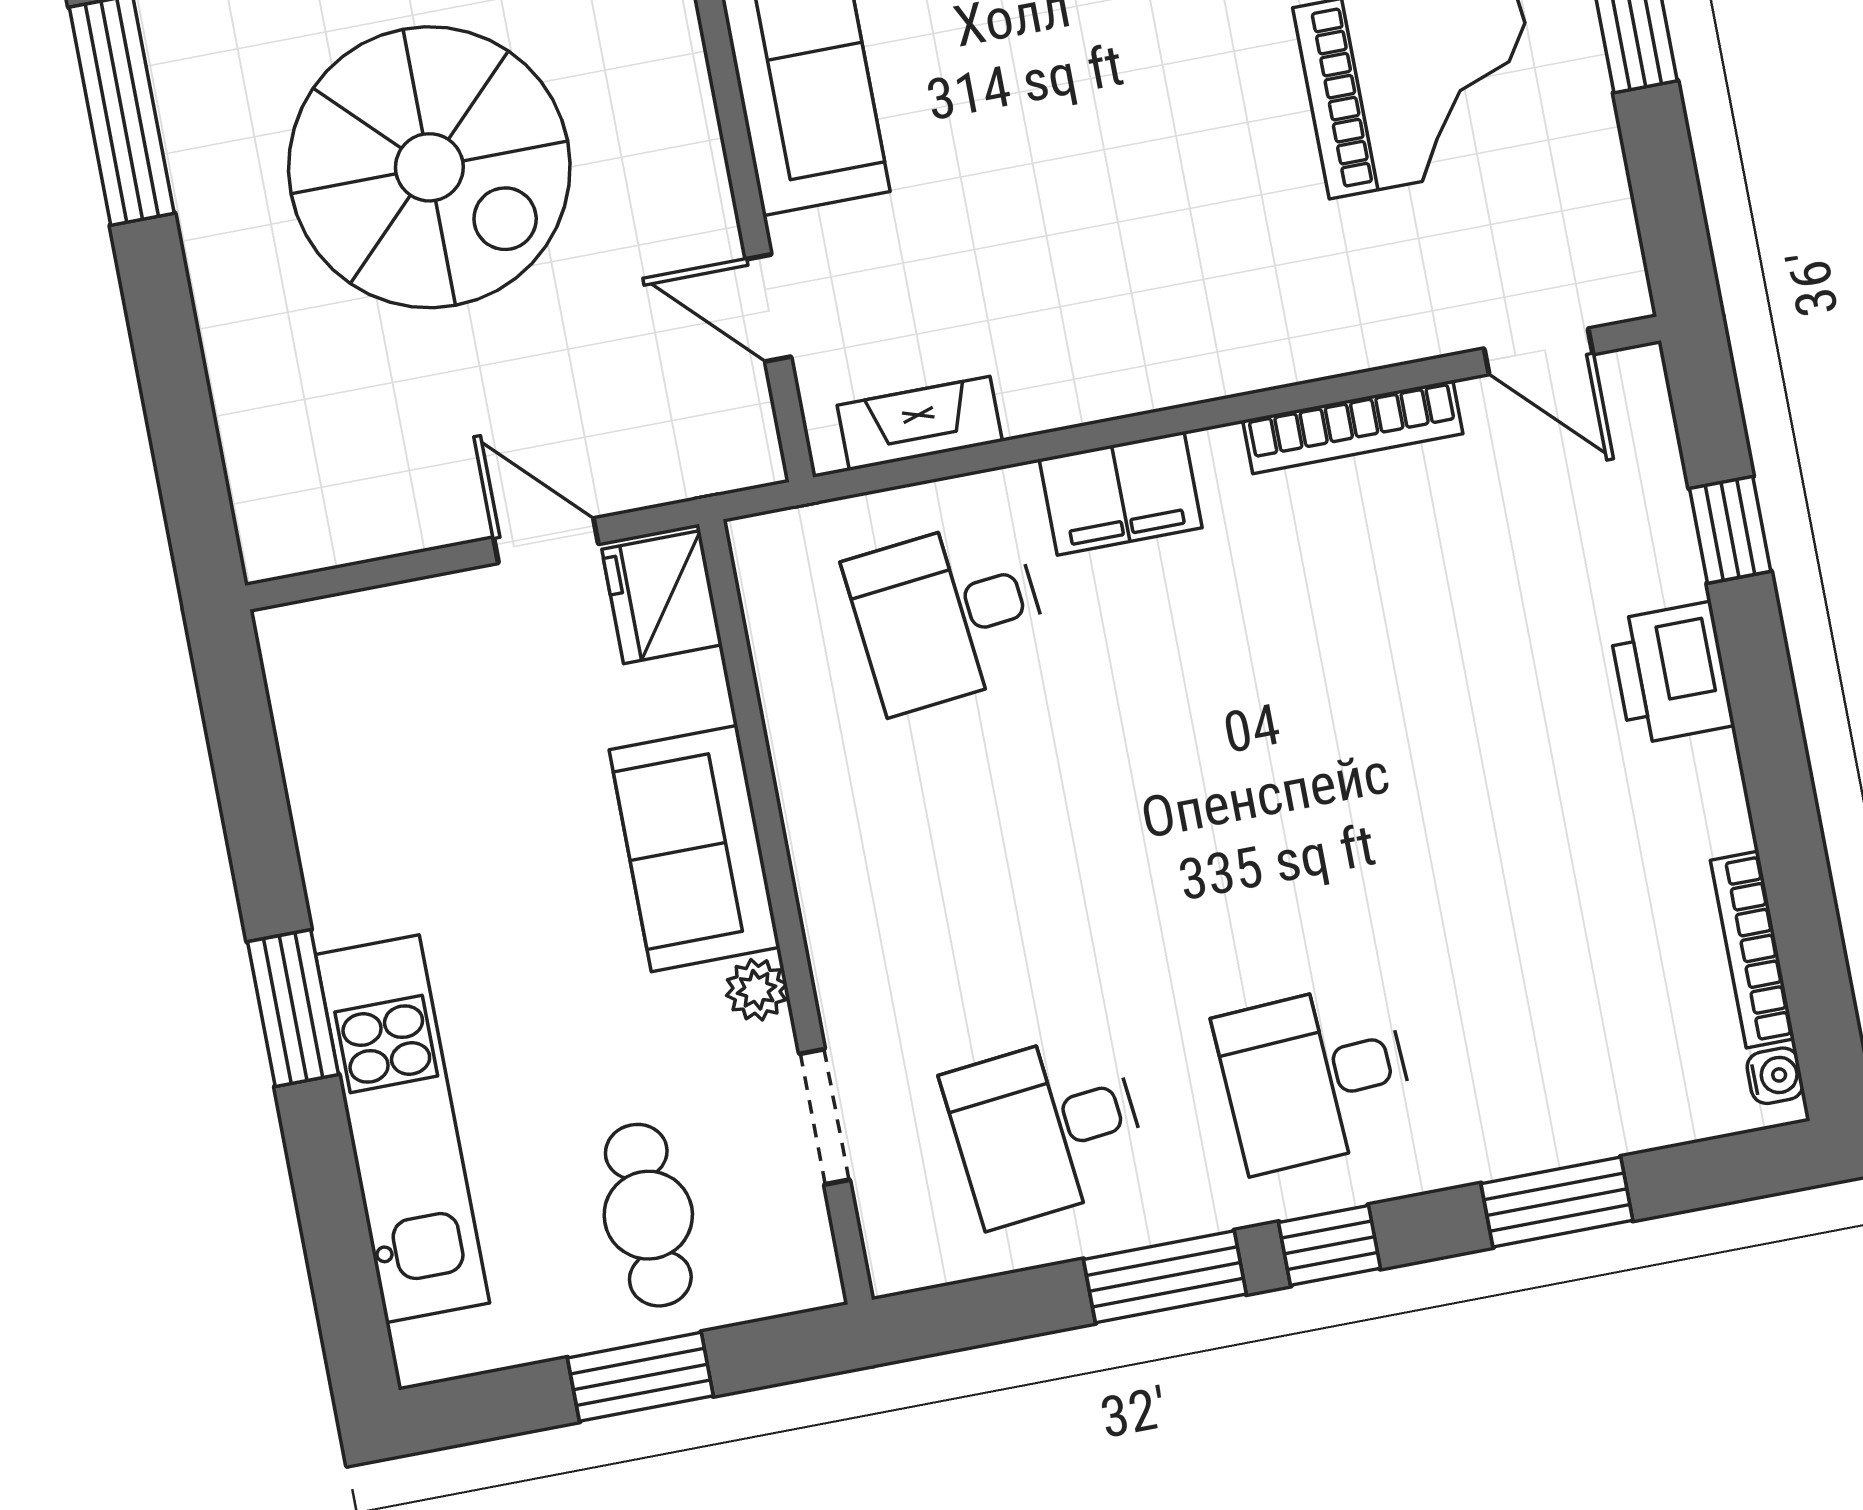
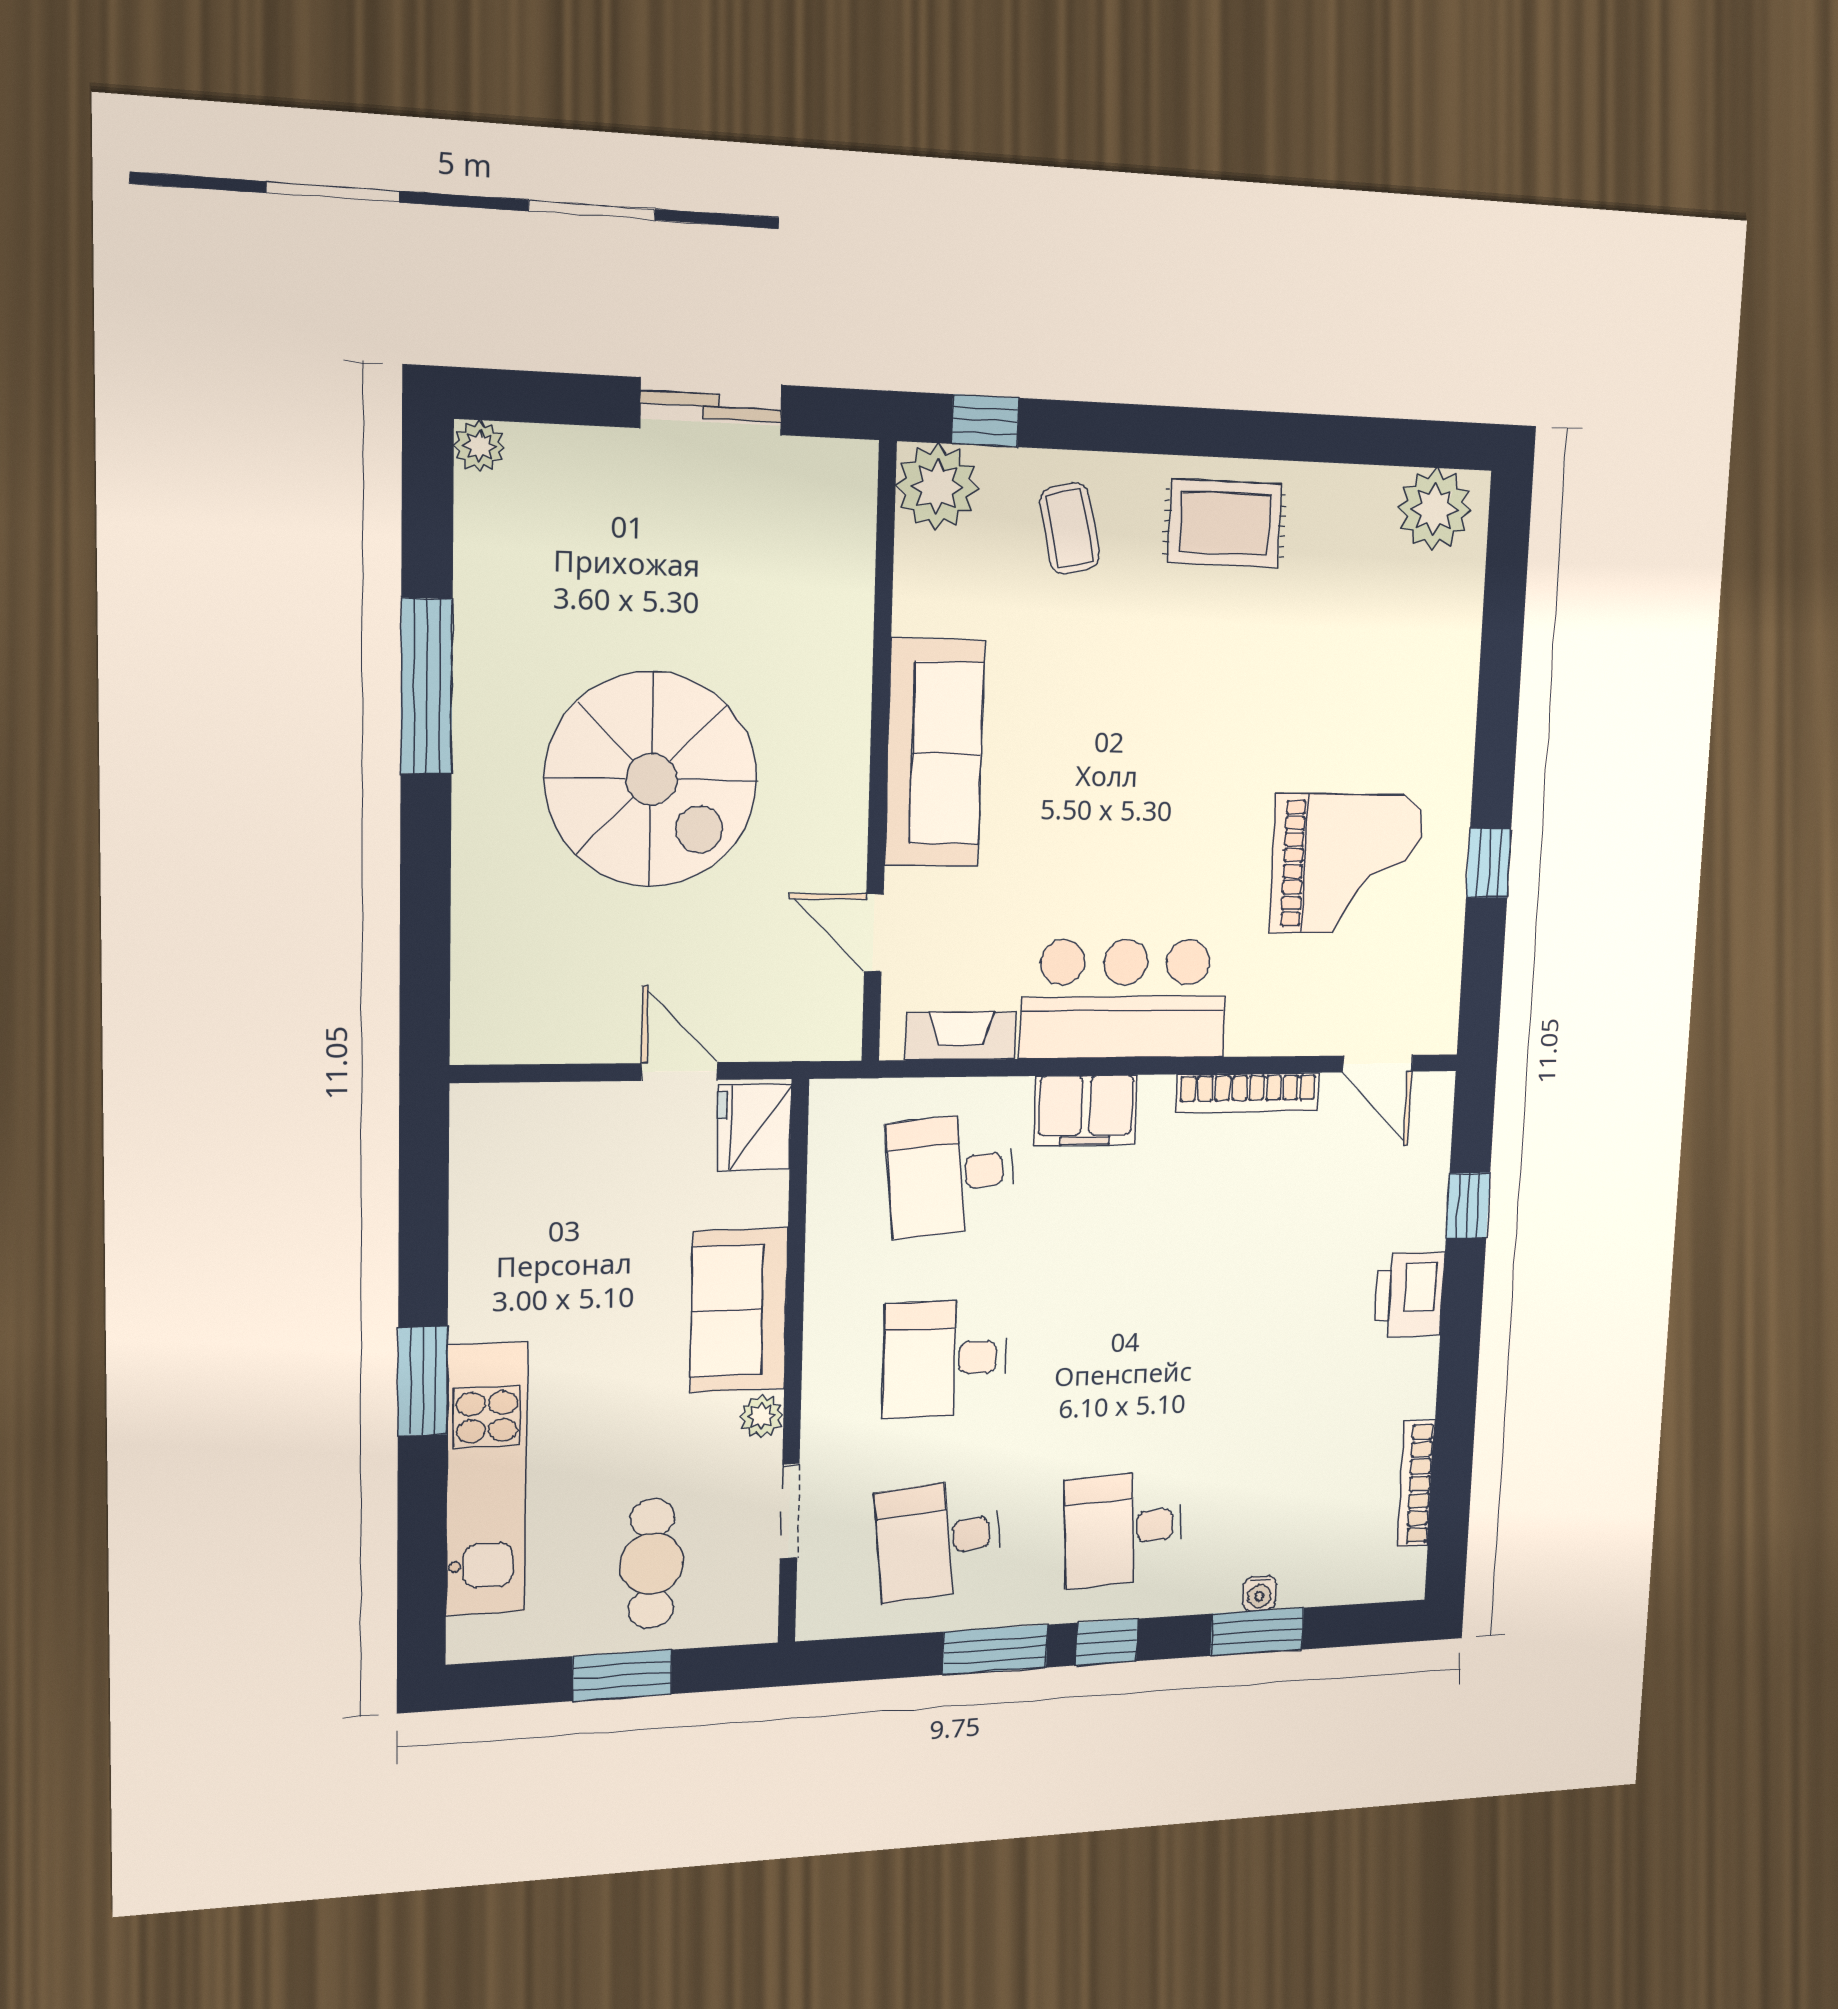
bar counter: (1140, 330) -> (1124, 999), added
desk: (997, 871) -> (945, 1359), added
water cooler: (1775, 1076) -> (1260, 1593), moved, turned 90

